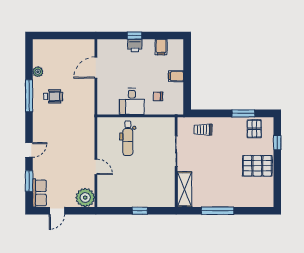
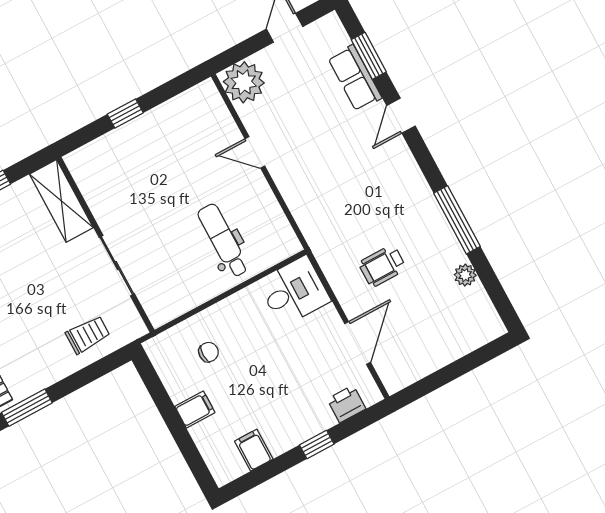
printer: (135, 45) -> (346, 404), moved
wheelchair: (53, 96) -> (382, 266), moved
desk: (132, 101) -> (294, 291), moved, turned 90
row of seats: (39, 193) -> (355, 78), moved

